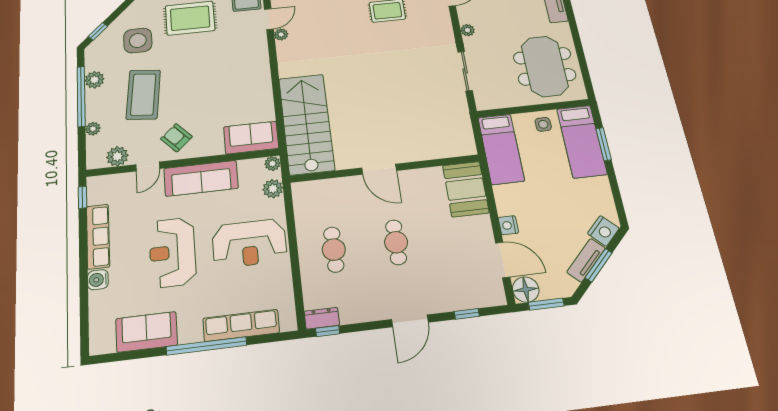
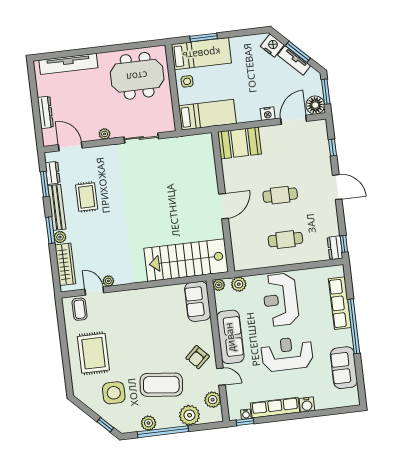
plant: (93, 129) -> (189, 415), width x1.88, depth x1.88
water cooler: (93, 198) -> (246, 414), added
reception desk: (249, 243) -> (281, 300), turned 180
reception desk: (172, 252) -> (287, 354), turned 180

